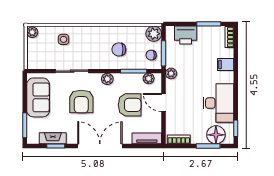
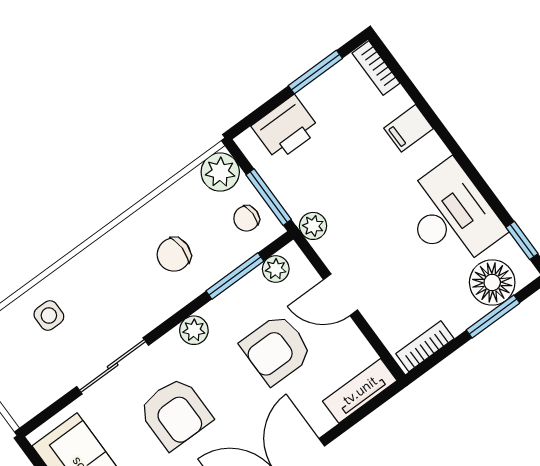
armchair: (130, 105) -> (276, 349), turned 180

